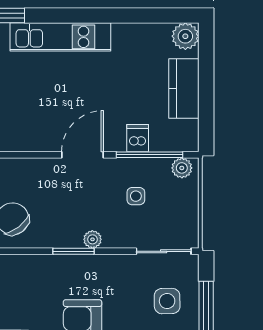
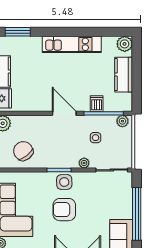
kitchen unit: (60, 37) -> (72, 44), moved
door: (82, 155) -> (64, 113), hinge flipped
plant: (92, 239) -> (84, 163), moved
side table: (167, 301) -> (64, 182), moved

